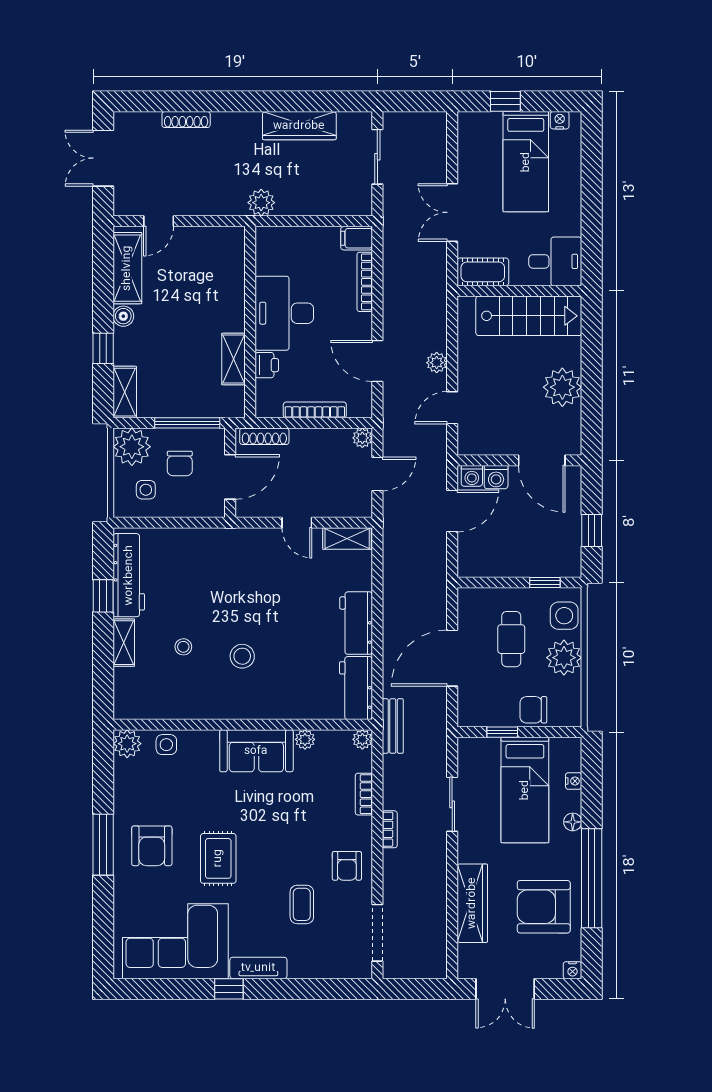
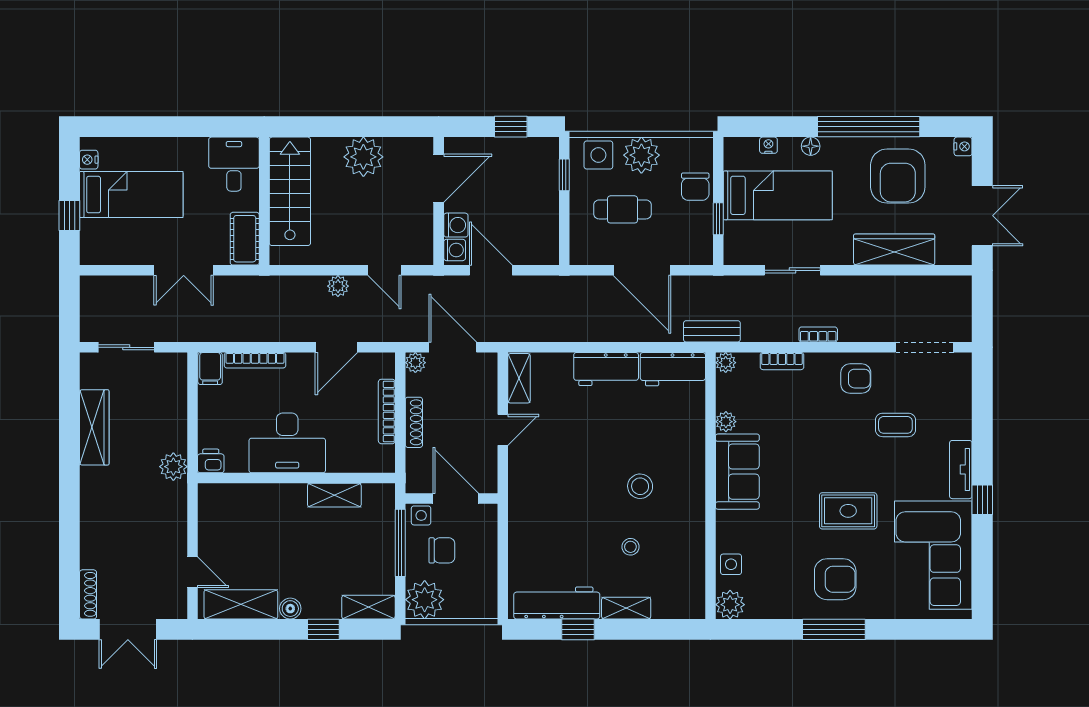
shoe rack: (186, 120) -> (88, 594), moved
printer: (267, 365) -> (211, 461), moved
shoe rack: (264, 436) -> (414, 422), moved
door: (377, 474) -> (453, 347), width x1.38
side table: (146, 490) -> (421, 515), moved

